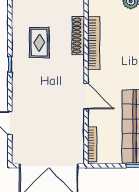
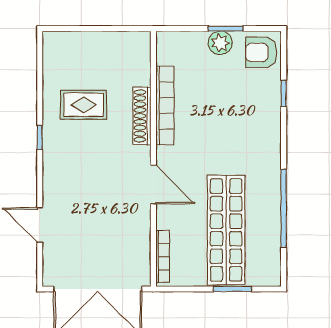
shoe rack: (78, 36) -> (142, 116), moved
rug: (39, 43) -> (84, 105), turned 90

